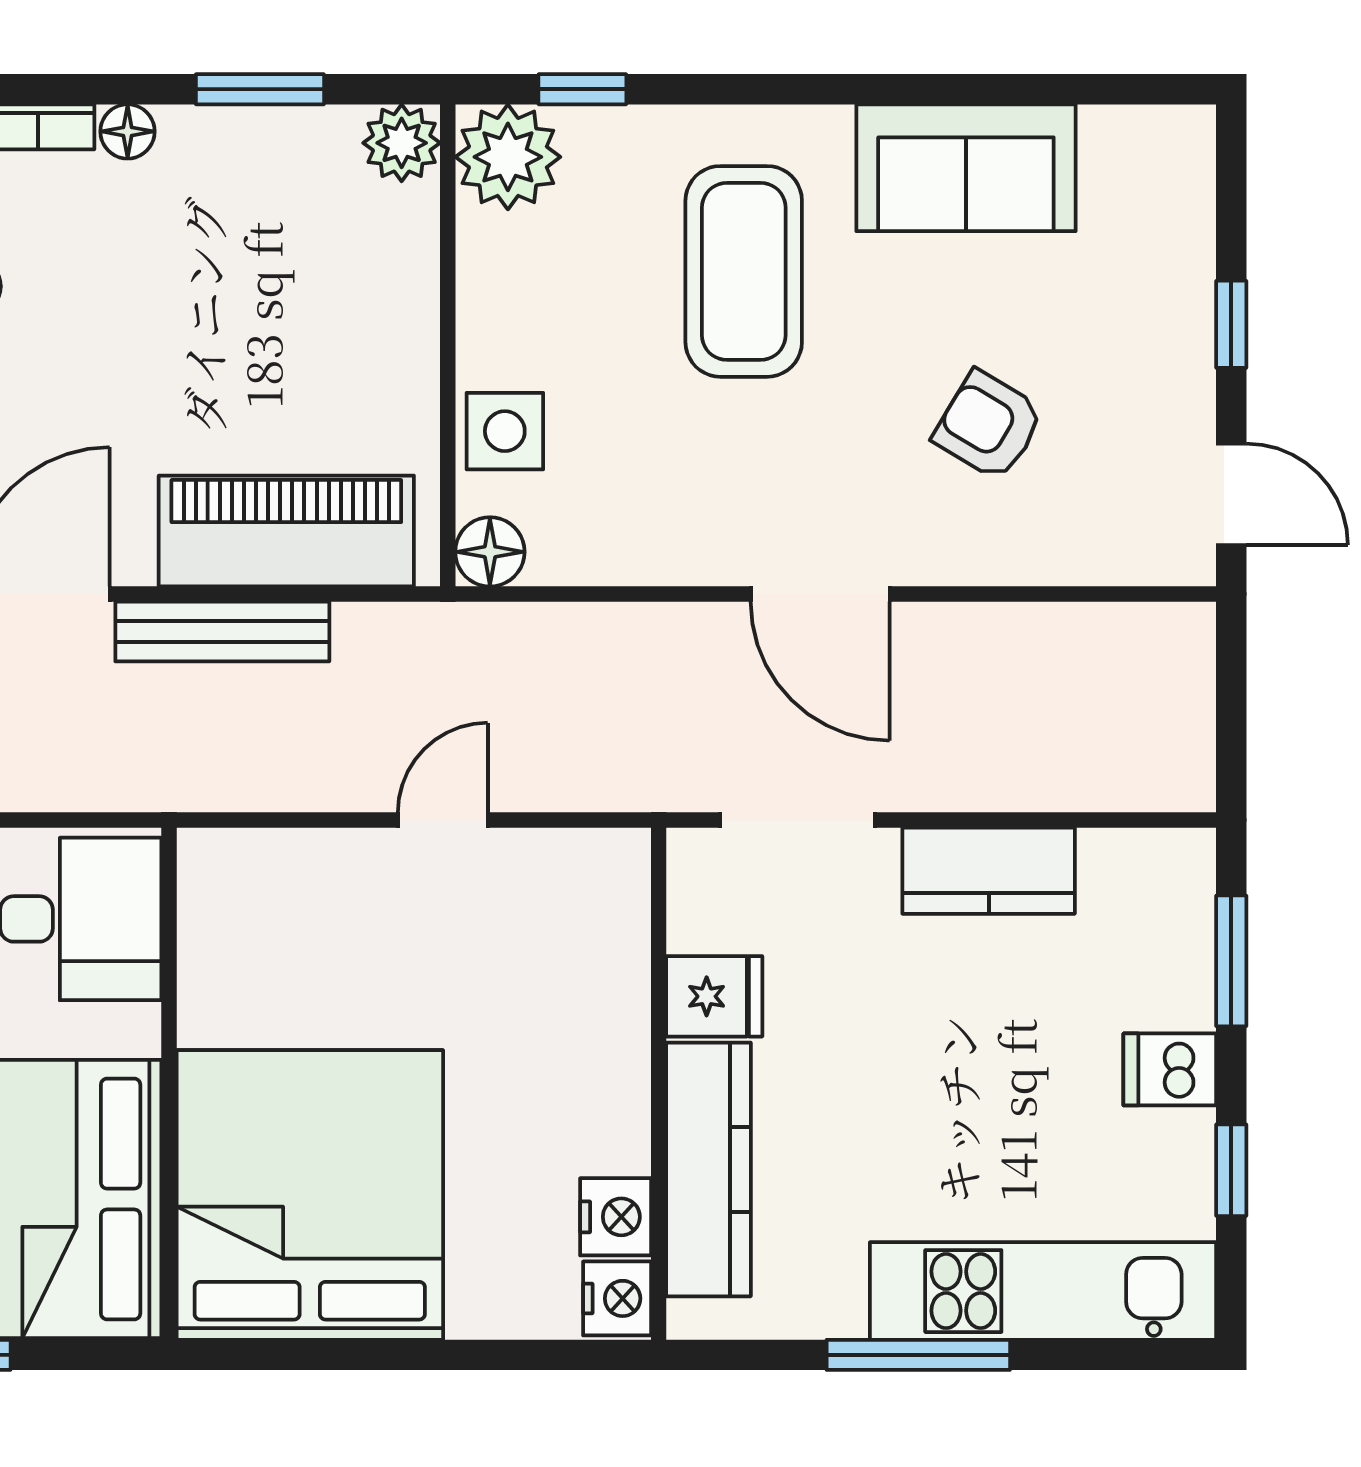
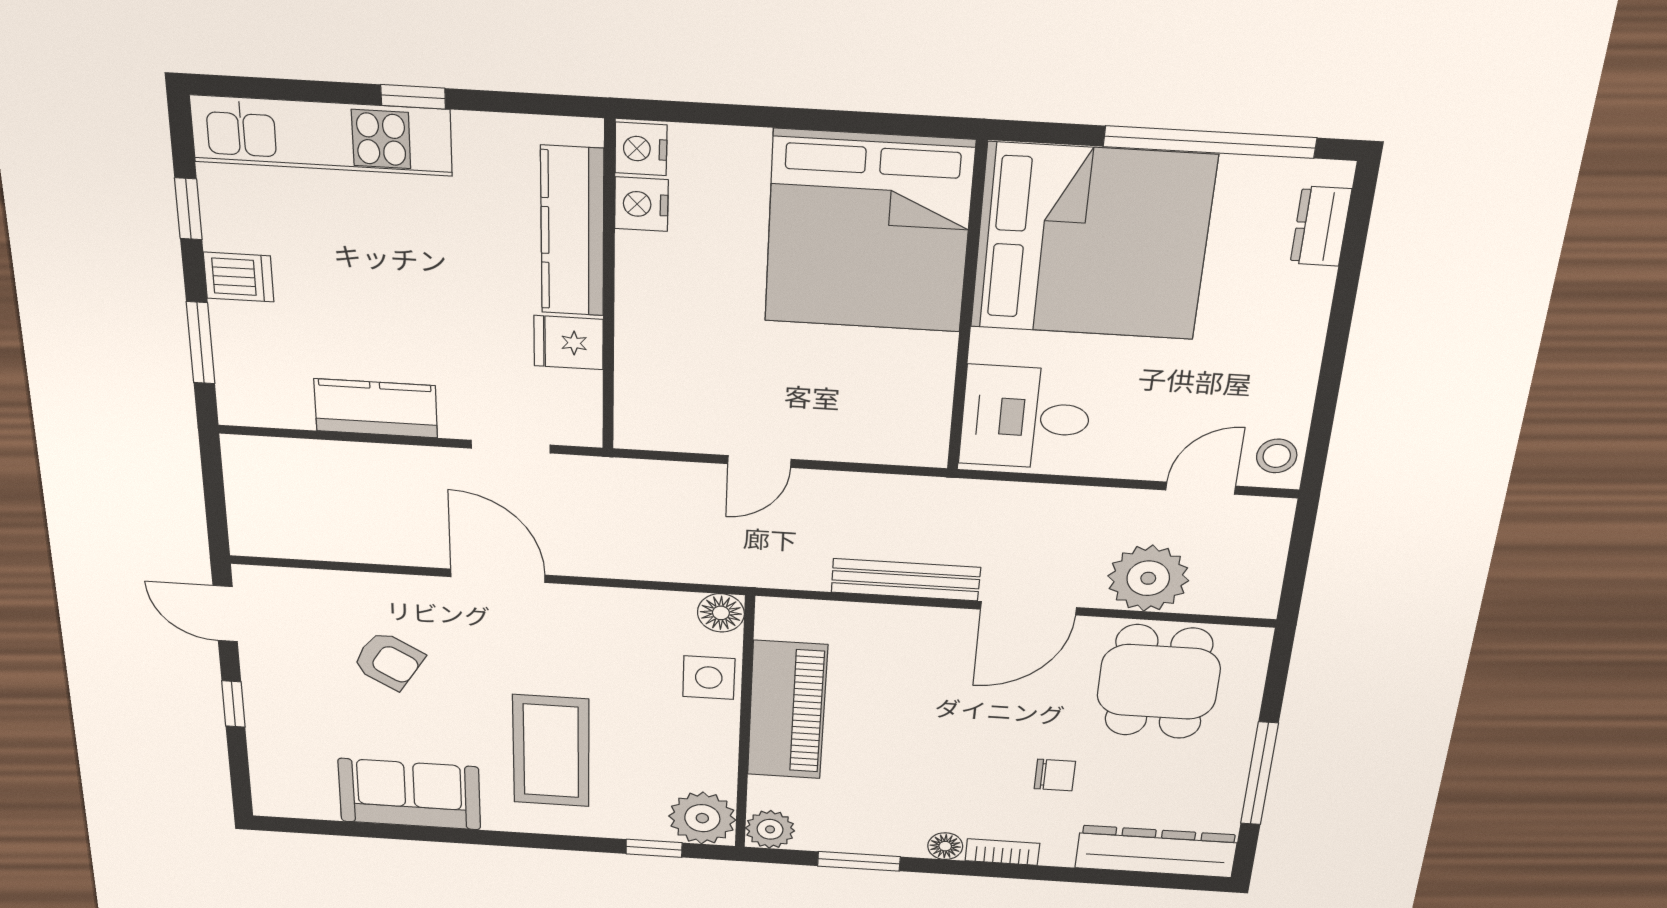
piano: (286, 531) -> (787, 710), moved, turned -90
doorway: (798, 820) -> (511, 447), width x0.73
window: (918, 1355) -> (413, 97), width x0.46

